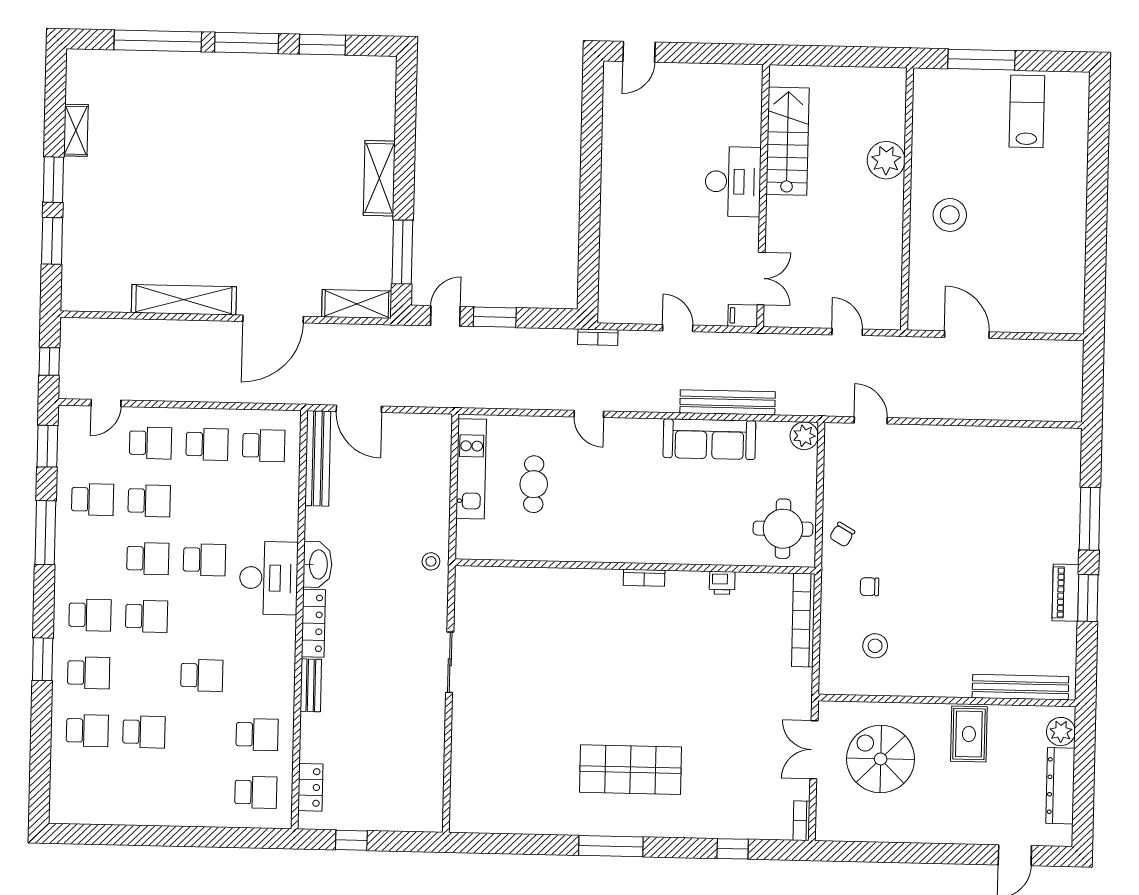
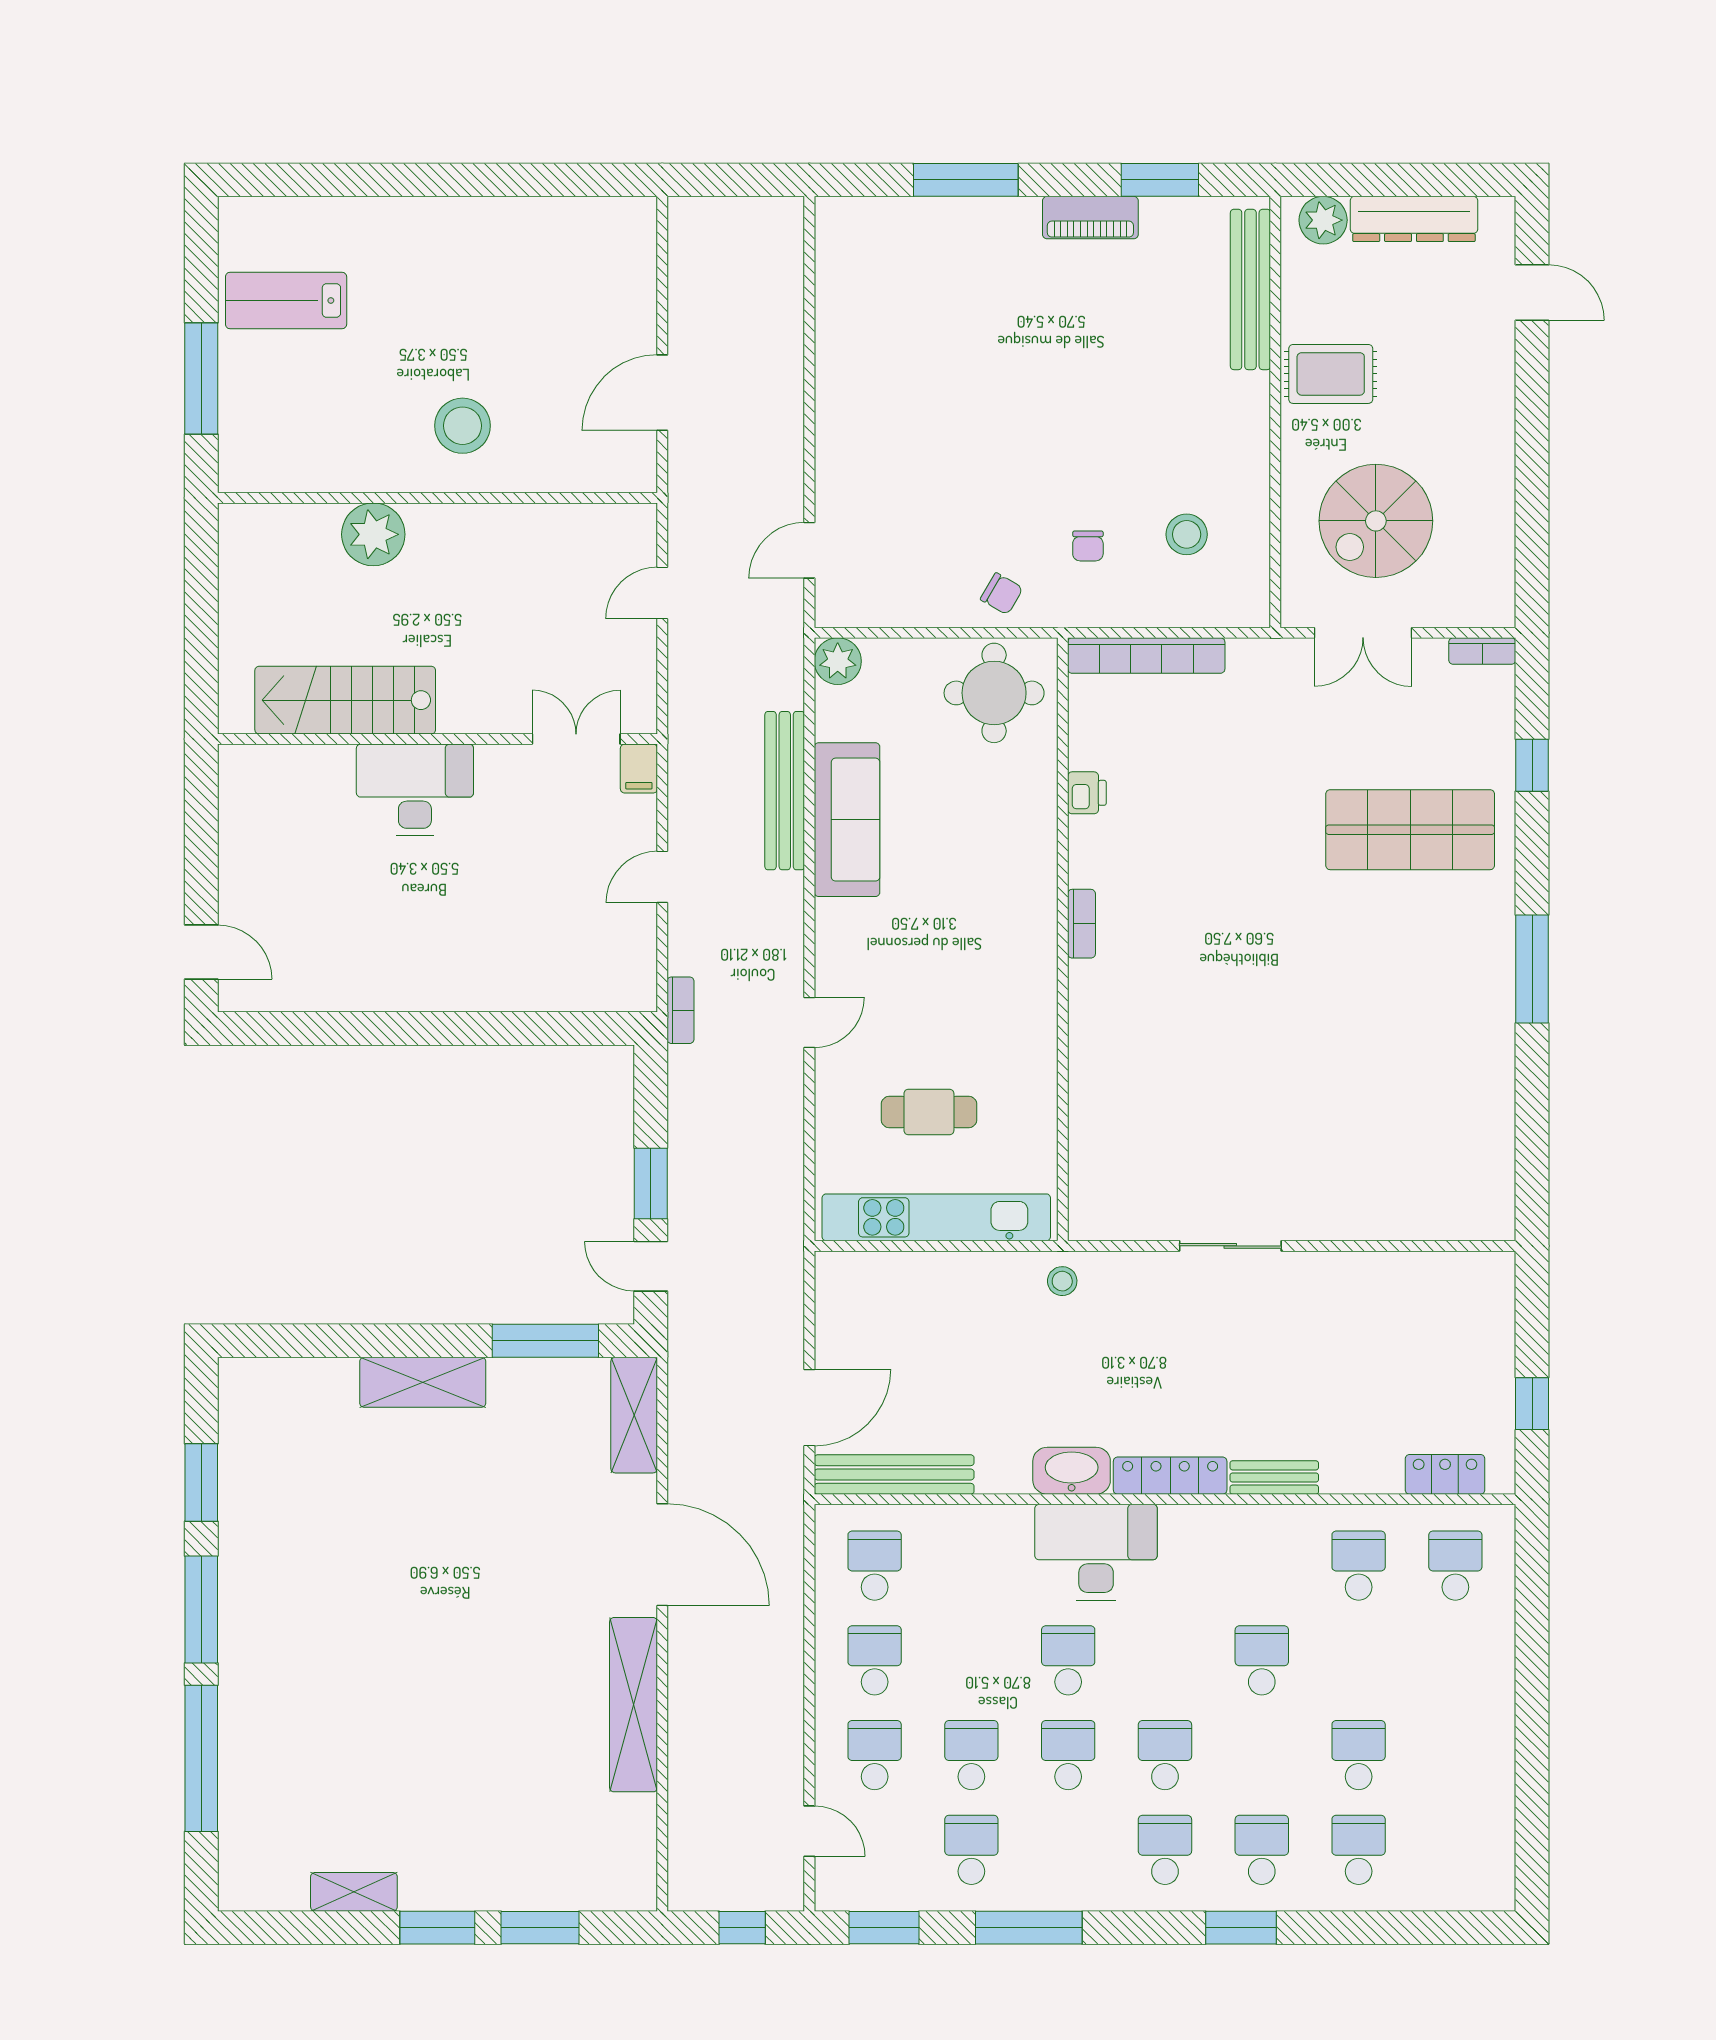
kitchen unit: (471, 469) -> (936, 1217), width x1.36
window: (1088, 598) -> (1160, 180), moved
shop shelf: (630, 770) -> (1410, 830), moved, turned 90

